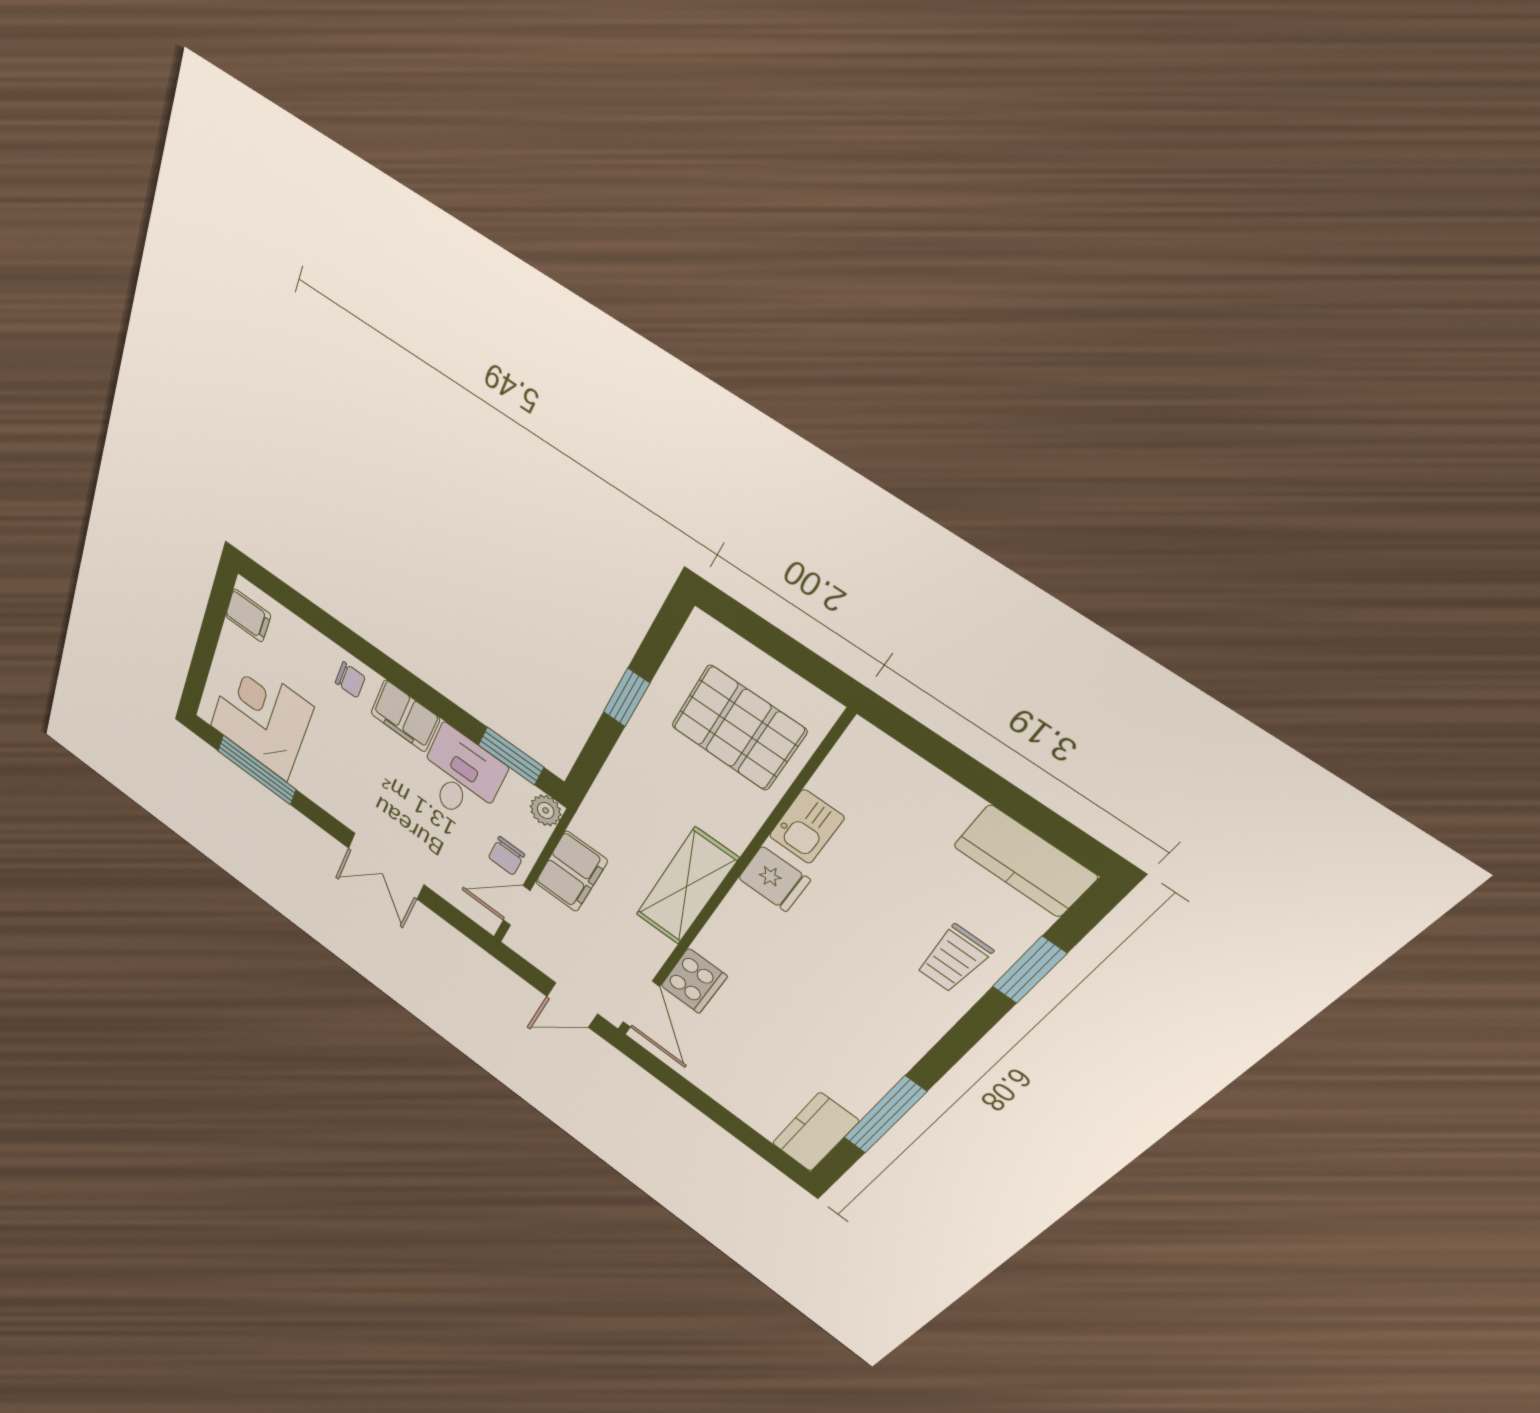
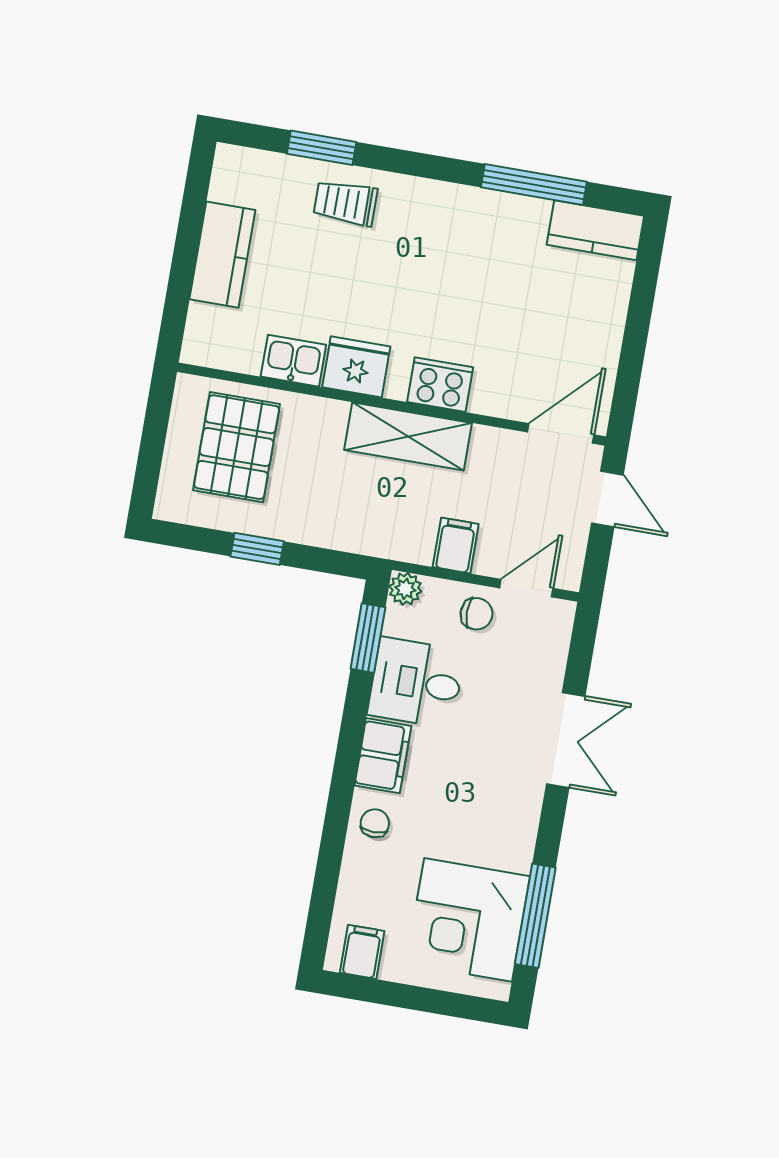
kitchen counter: (1025, 861) -> (222, 255), moved
filing cabinet: (571, 872) -> (456, 545), width x0.50
fridge: (774, 879) -> (356, 367), width x1.38
door: (517, 906) -> (526, 588), swing flipped
trolley: (954, 959) -> (345, 203), turned 180
cooker: (694, 981) -> (440, 385), moved

